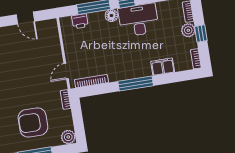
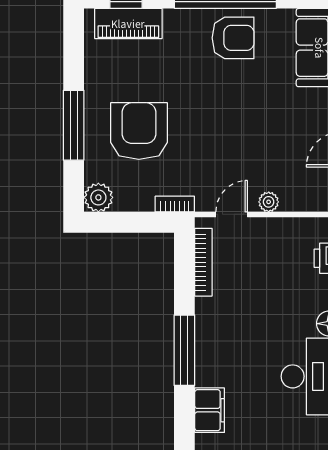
plant: (57, 54) -> (269, 202), added
door: (66, 71) -> (232, 214), hinge flipped

